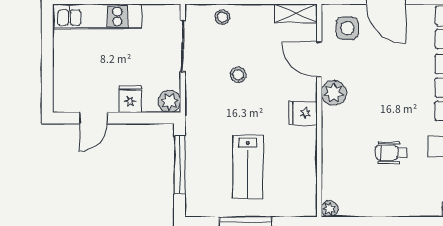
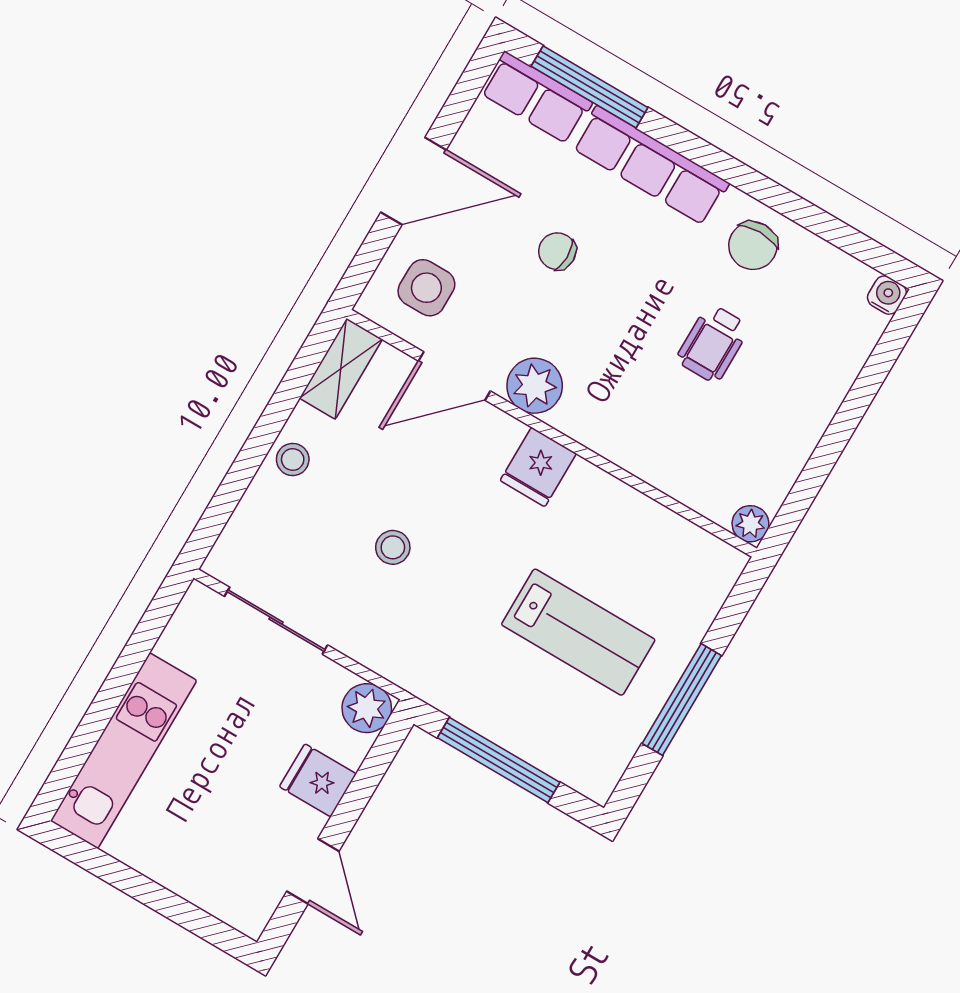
stool: (222, 17) -> (293, 459), moved
chair: (392, 71) -> (557, 251), added

